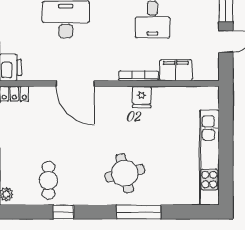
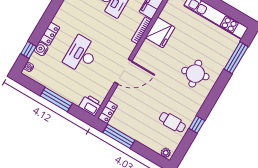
fridge: (142, 97) -> (160, 32), width x1.88, depth x1.34
window: (139, 212) -> (236, 58), moved

